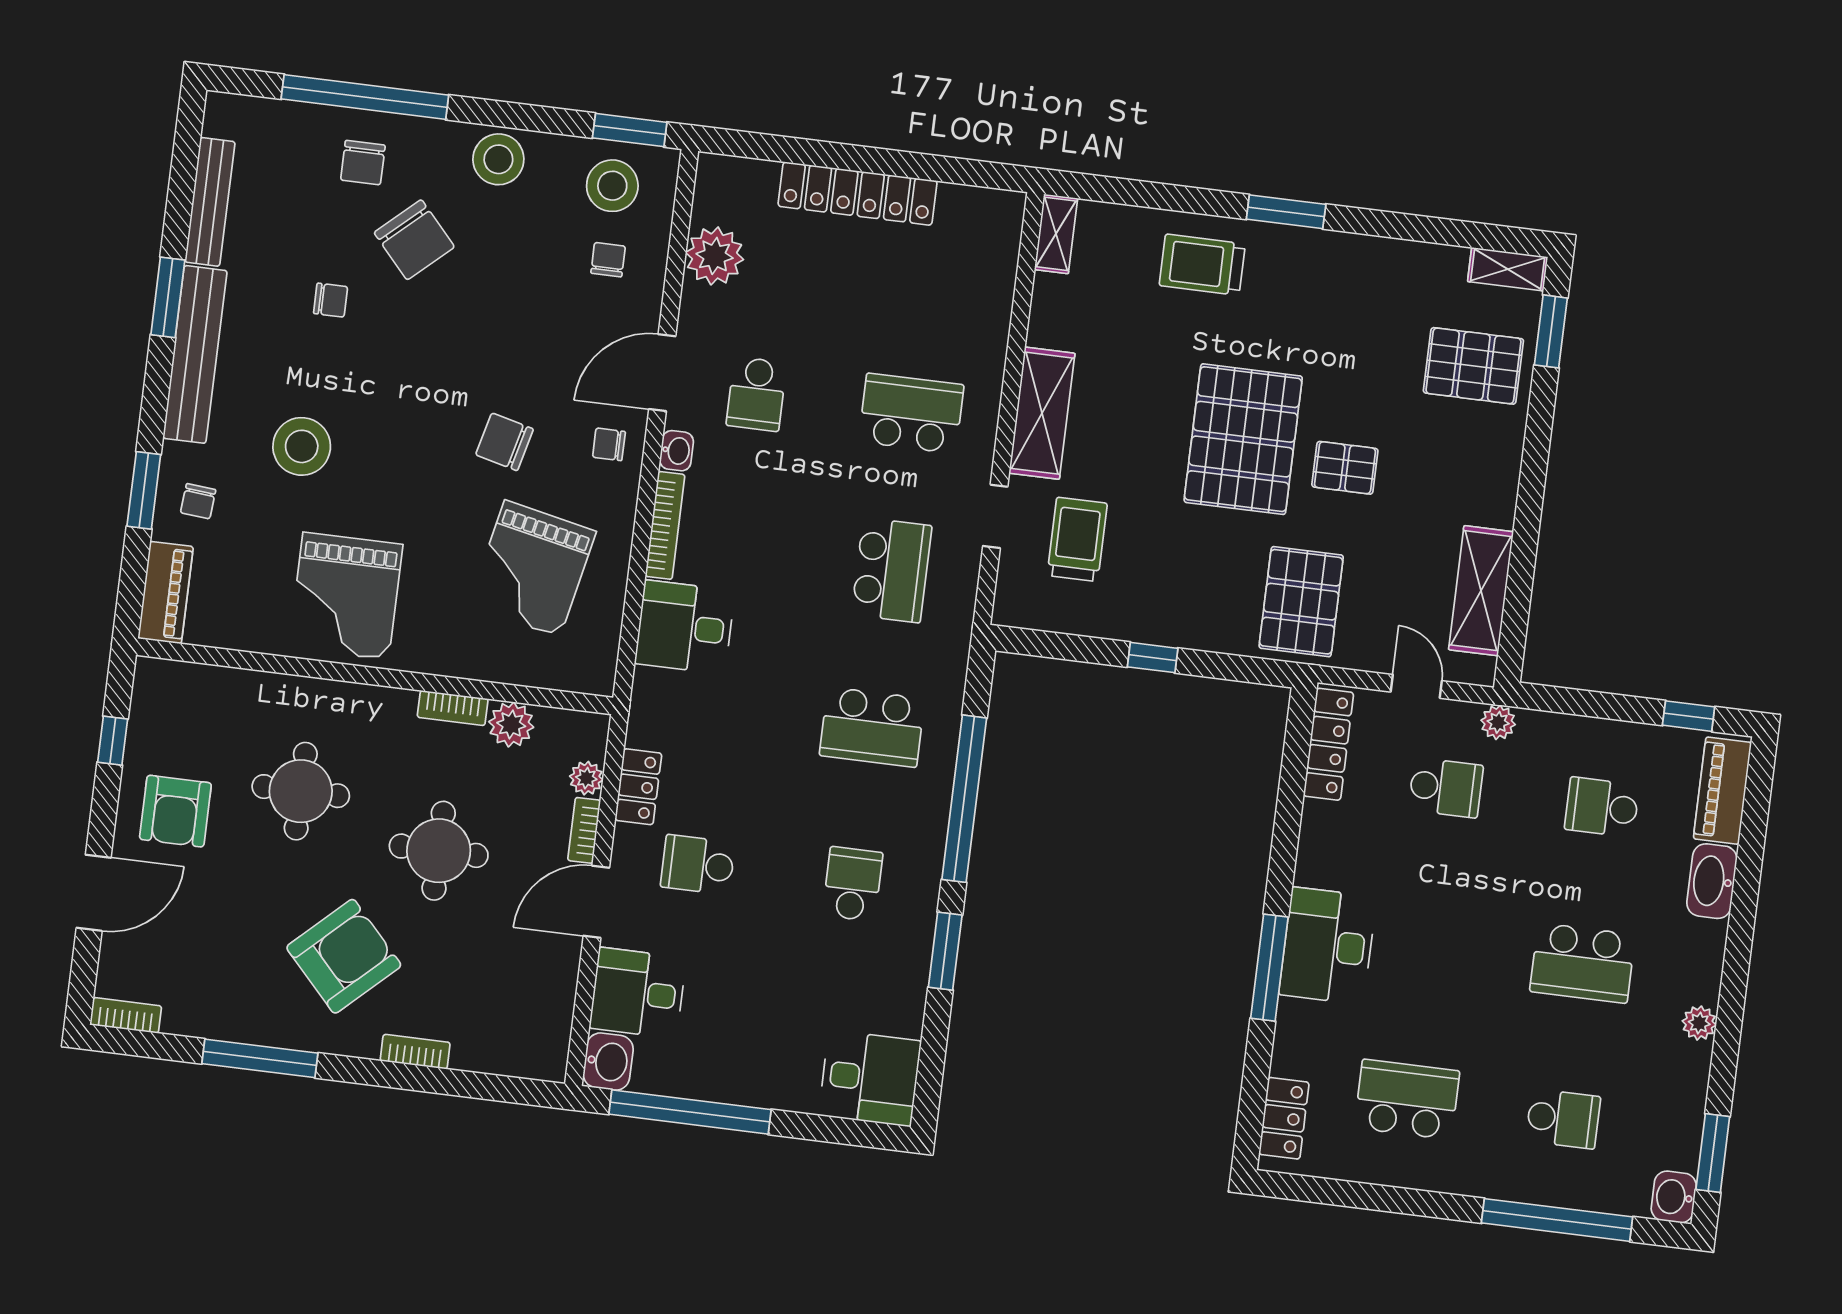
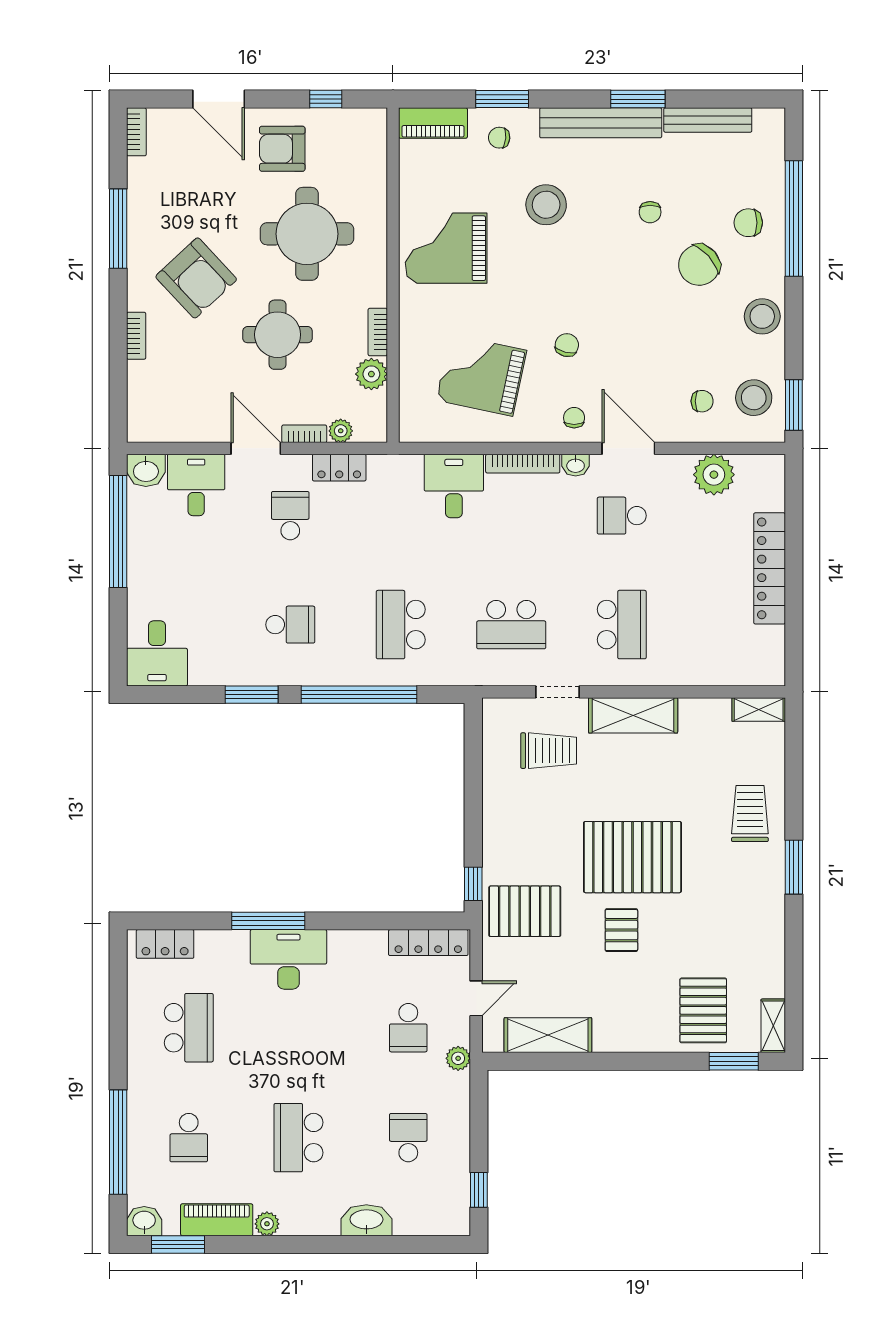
chair: (505, 442) -> (567, 345), width x0.73, depth x0.73
window: (1153, 658) -> (473, 884), moved
round table: (301, 791) -> (307, 234), width x1.36, depth x1.36
piano: (1722, 791) -> (217, 1220), moved

